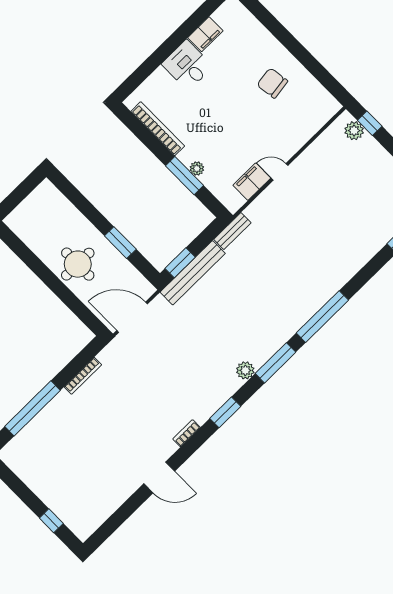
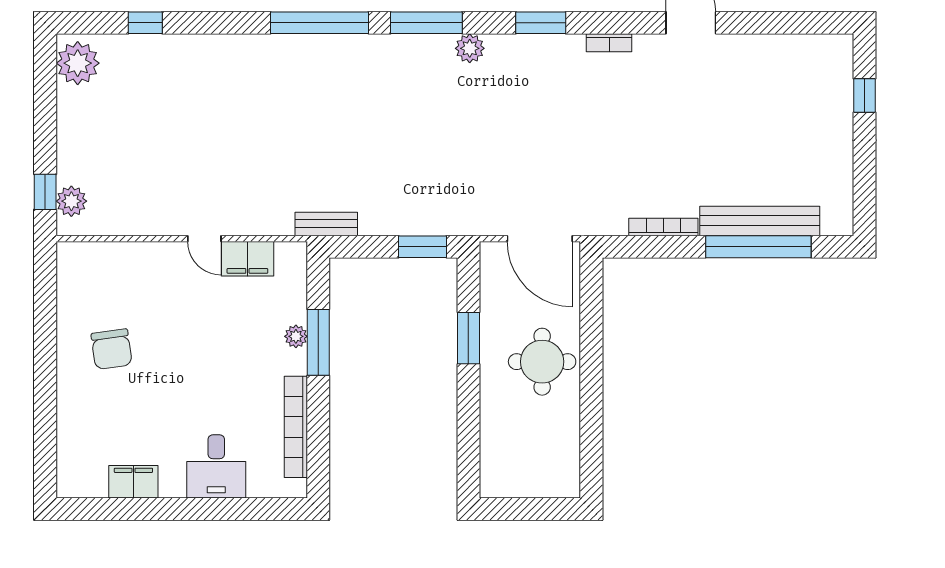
desk: (187, 65) -> (216, 466), moved
bench: (193, 273) -> (760, 221), moved

